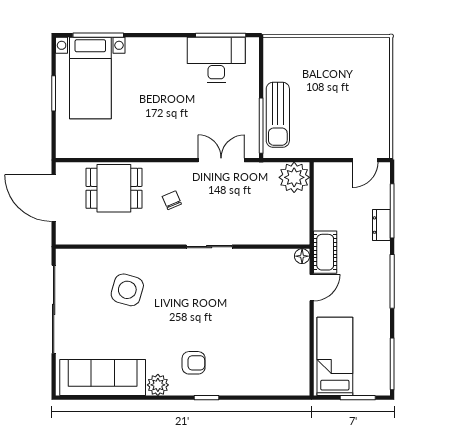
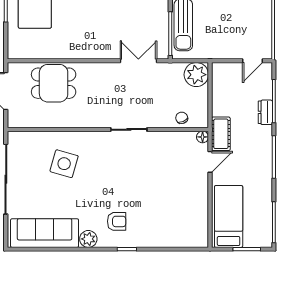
chair: (172, 200) -> (182, 118), moved

